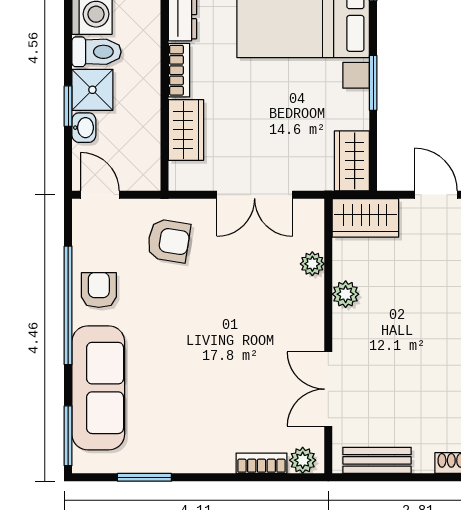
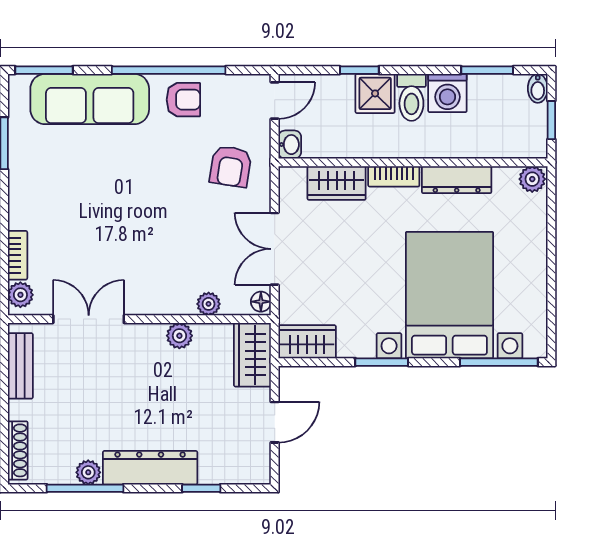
washbasin: (84, 128) -> (290, 145), moved, turned -90
floor lamp: (310, 209) -> (261, 302), added

